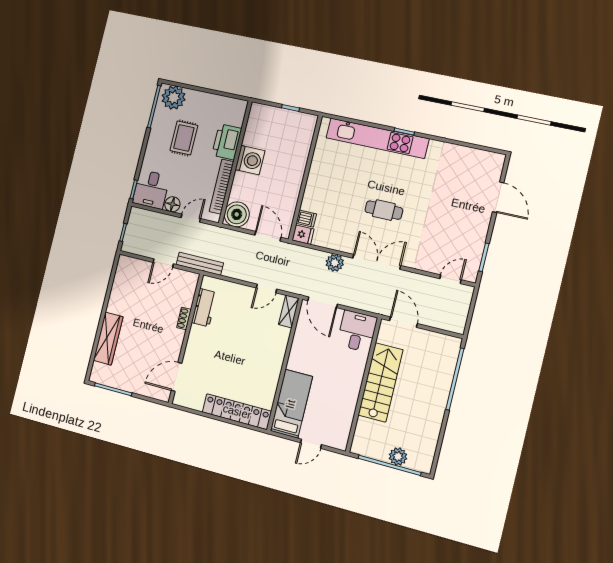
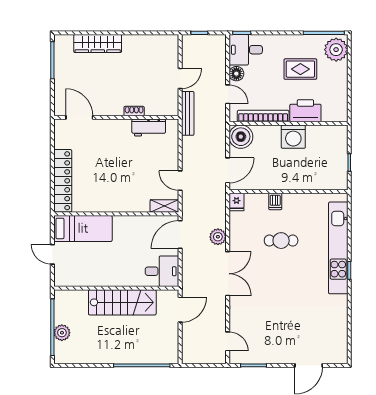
cafe table: (384, 210) -> (281, 241), moved, turned 90
dishwasher: (306, 219) -> (275, 201), moved
door: (163, 263) -> (180, 79), swing flipped

